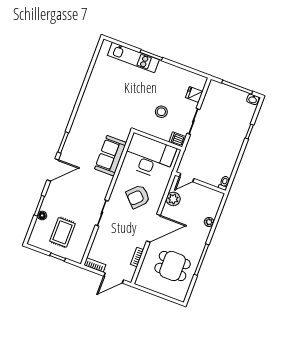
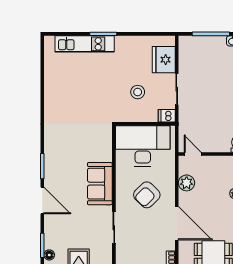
fridge: (194, 95) -> (164, 60), width x1.88, depth x1.34
sofa: (111, 156) -> (100, 184), moved
door: (53, 170) -> (42, 200), hinge flipped
door: (187, 178) -> (193, 154), swing flipped
door: (153, 228) -> (177, 223), hinge flipped

